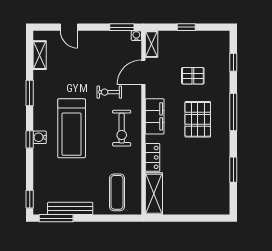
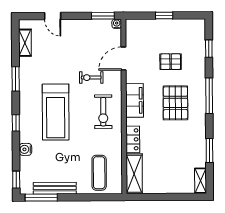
shelving: (151, 44) -> (200, 181), moved
water cooler: (40, 137) -> (25, 149), moved

